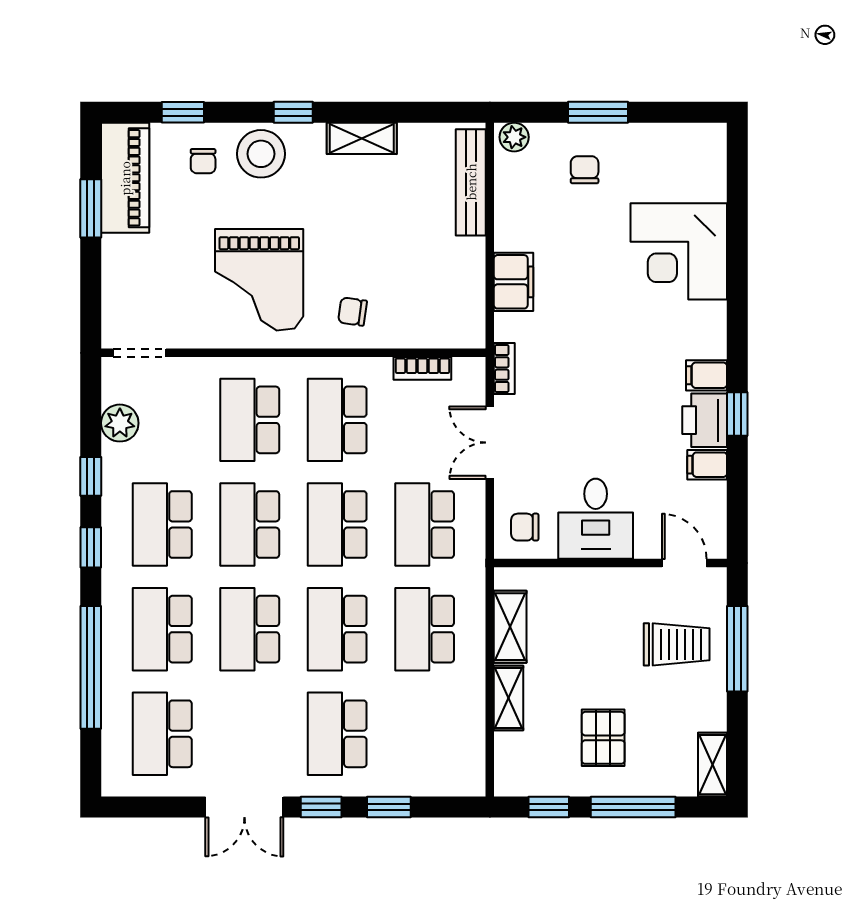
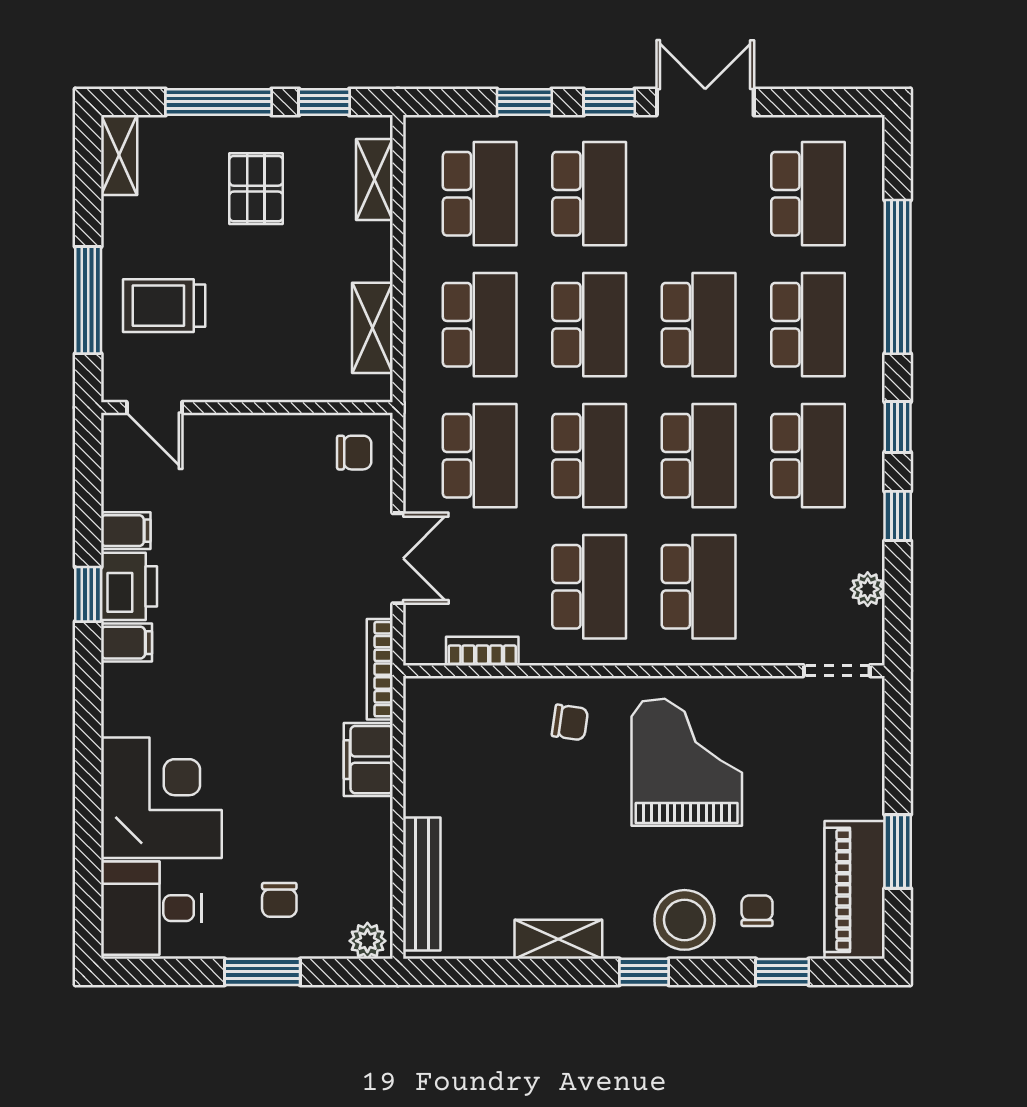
bookcase: (504, 368) -> (380, 669), width x1.56
plant: (120, 423) -> (868, 589), width x0.73, depth x0.73
desk: (596, 519) -> (151, 908), moved, turned -90
shelving: (509, 698) -> (374, 179), moved
school desk: (425, 734) -> (480, 194), added

